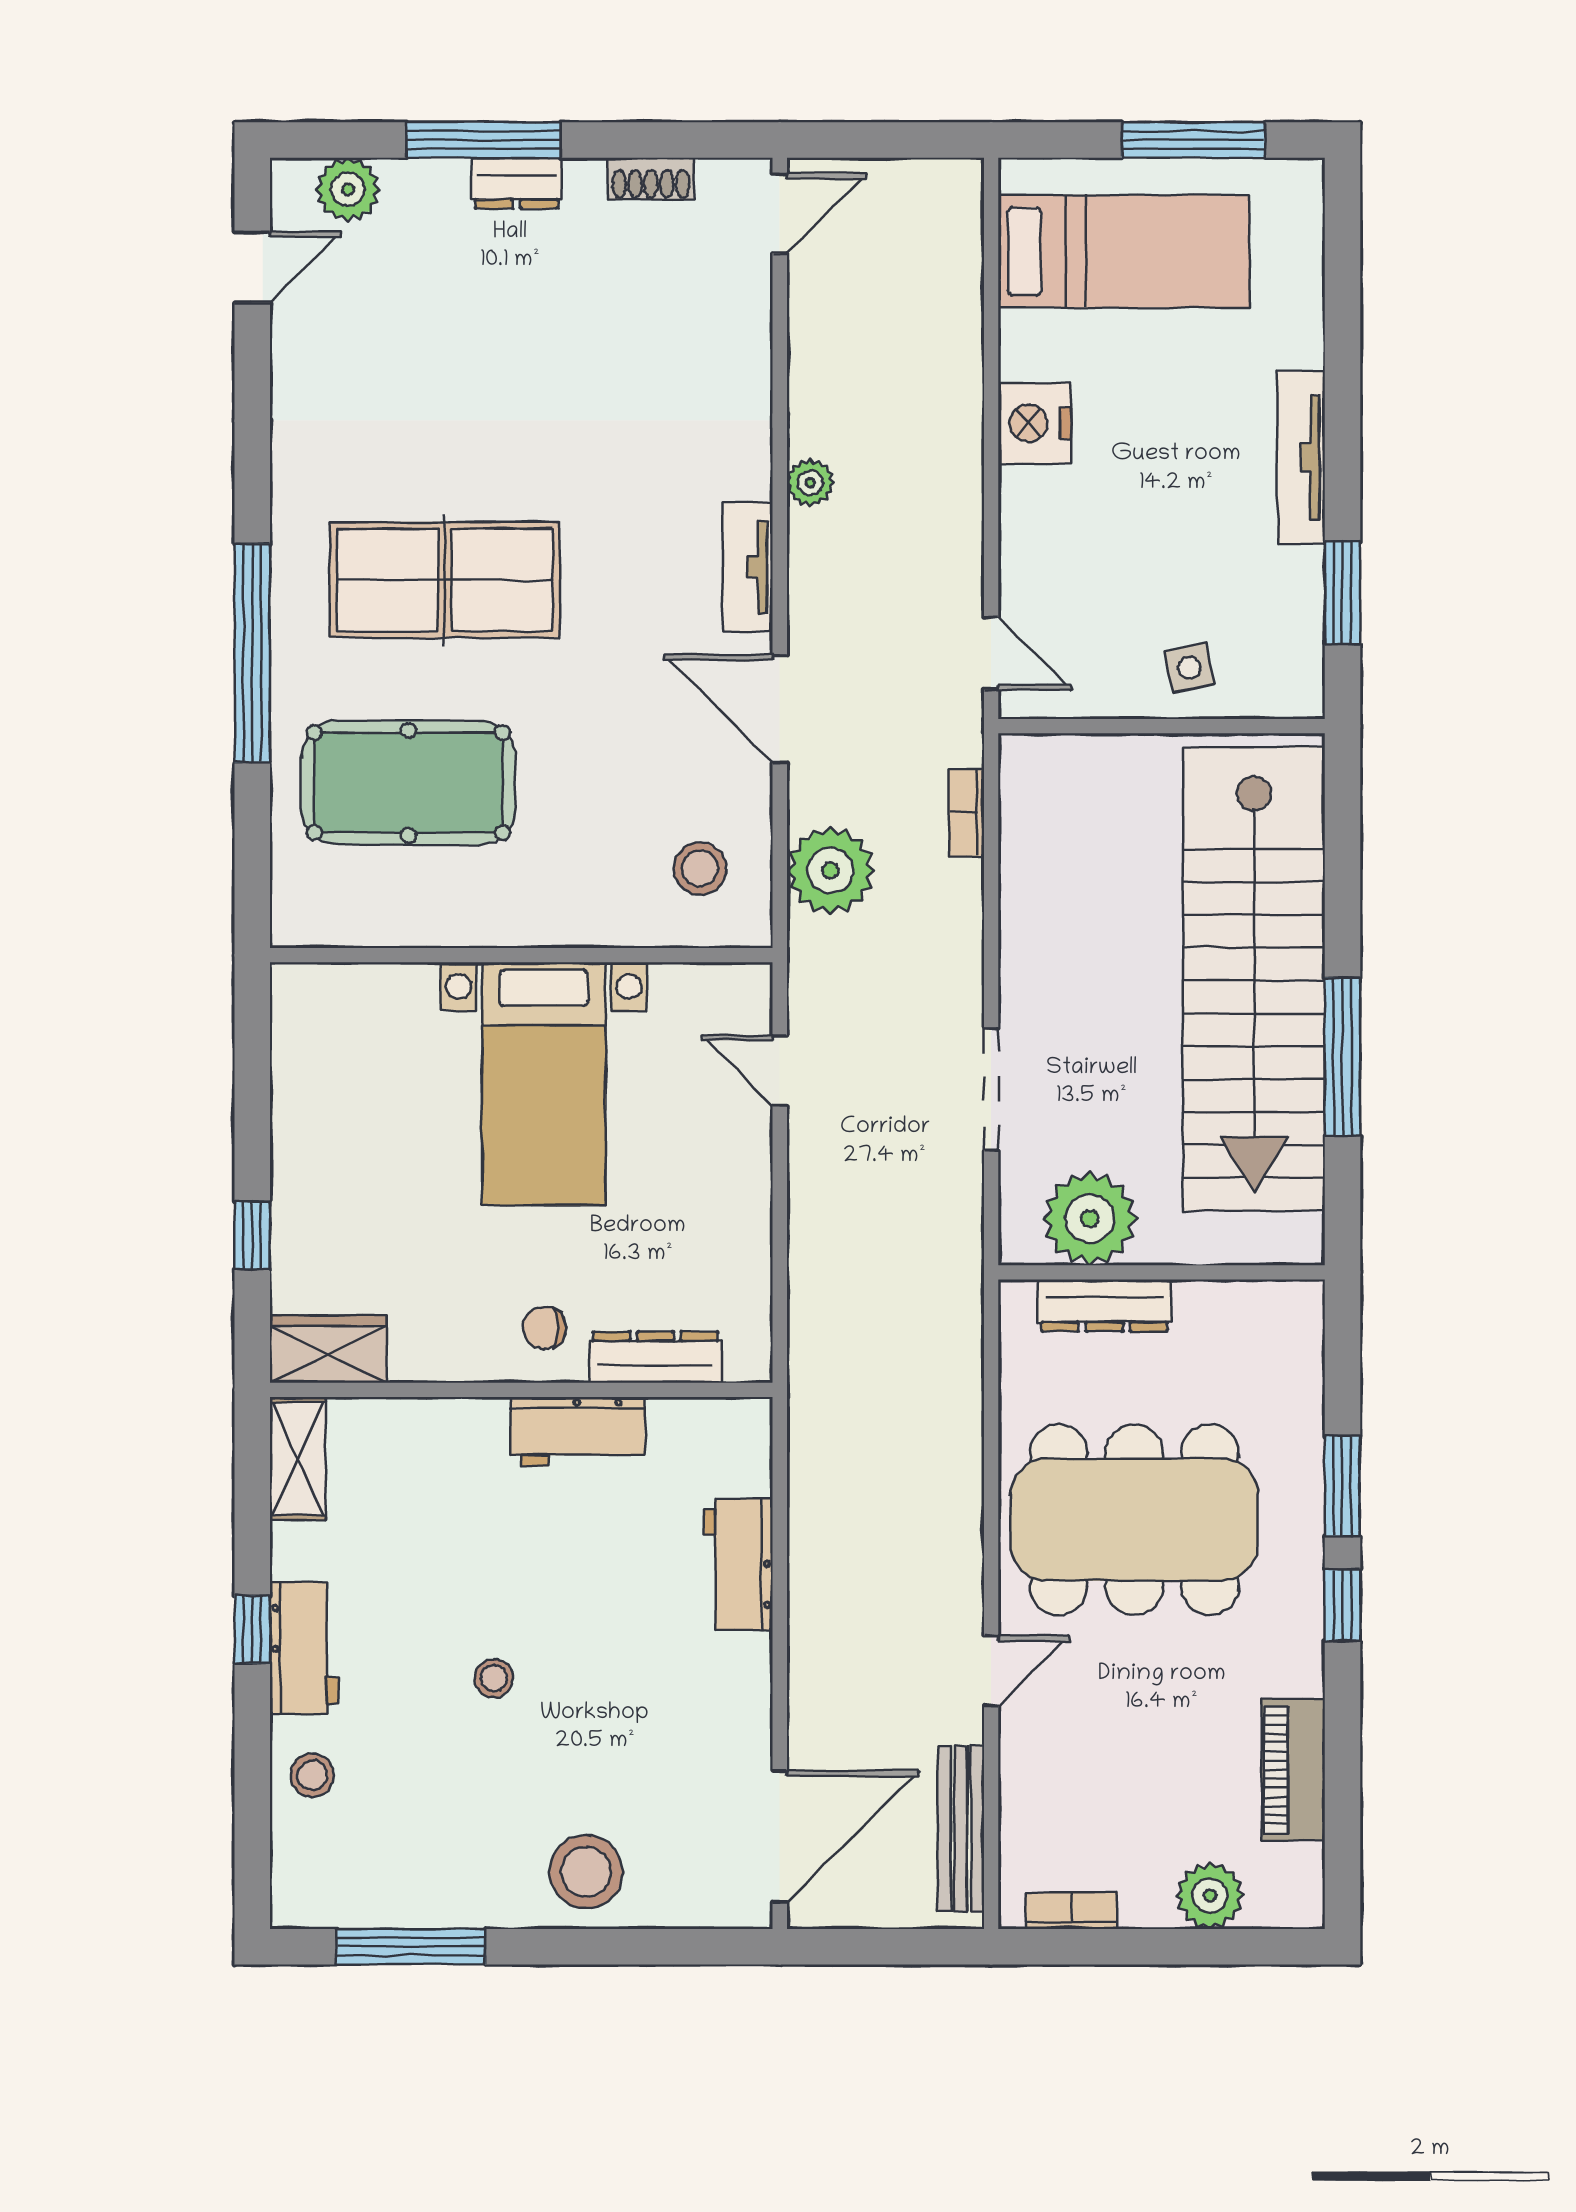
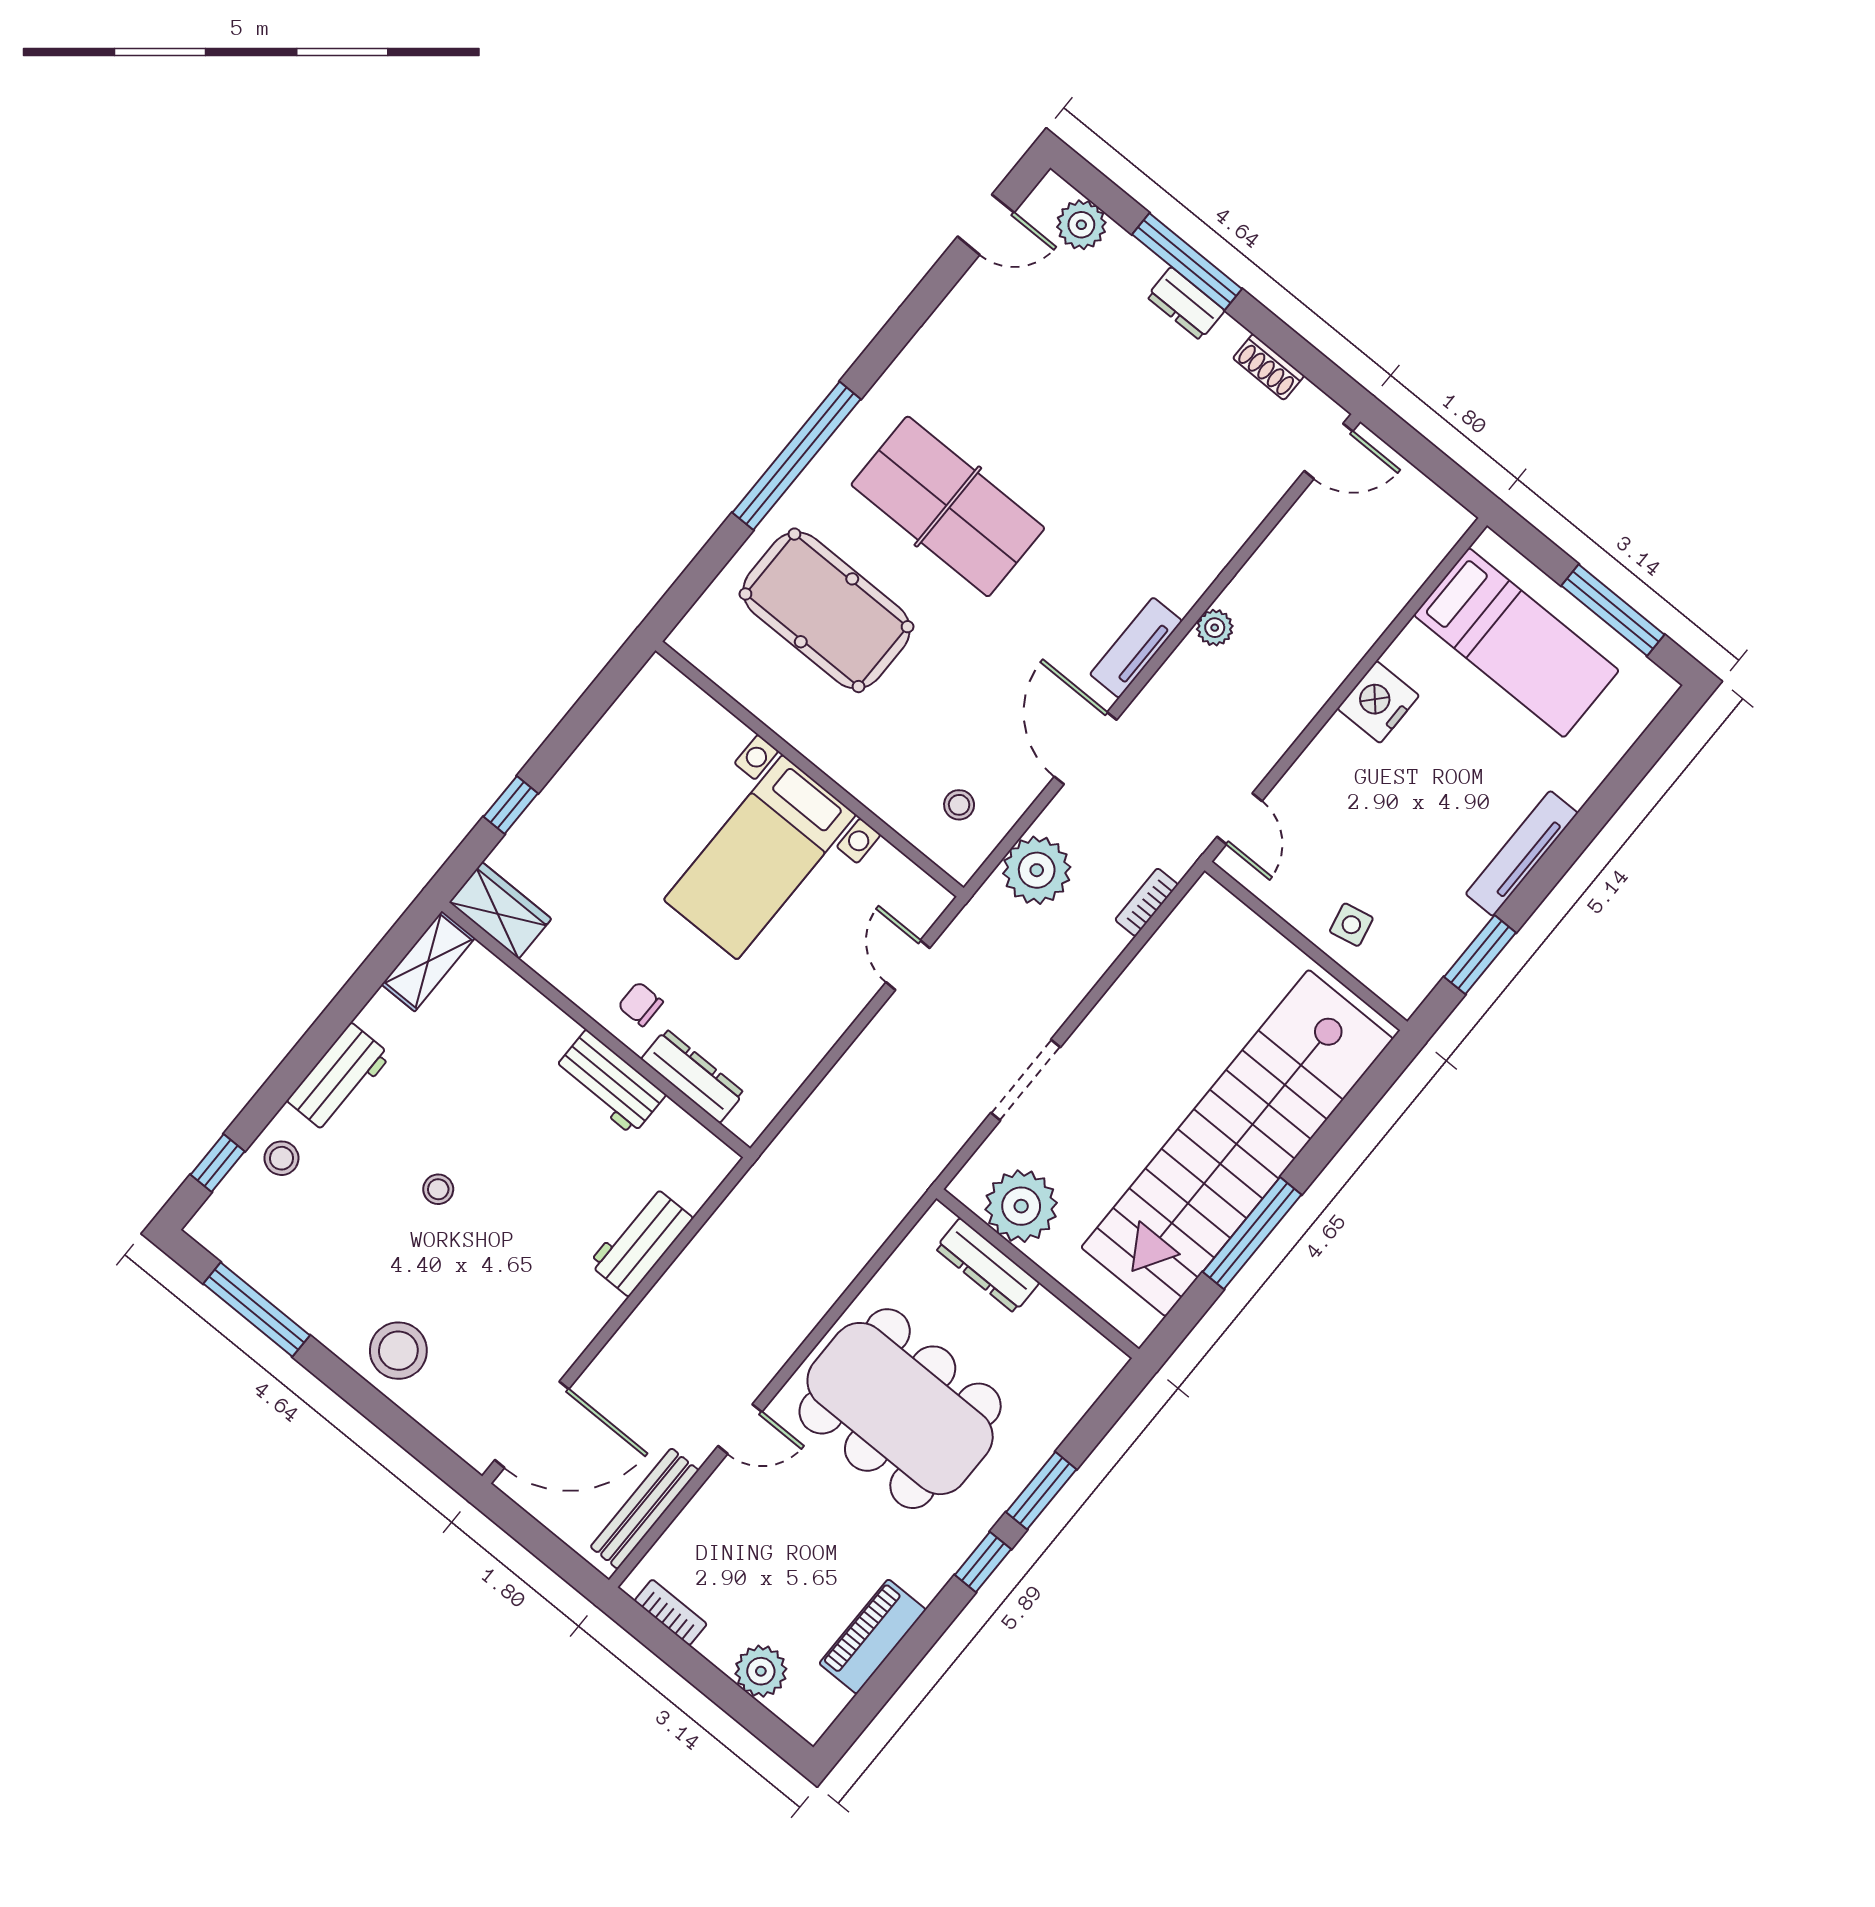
stool: (700, 869) -> (959, 805), width x0.73, depth x0.73
window: (252, 1629) -> (218, 1163), moved

